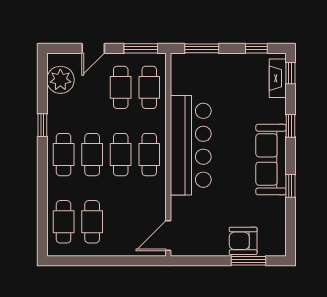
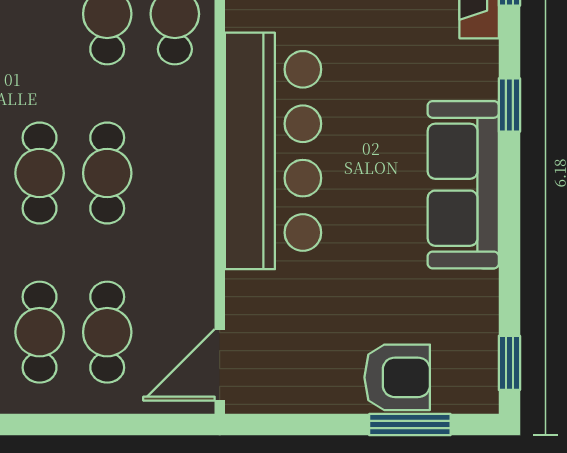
cafe table: (149, 155) -> (107, 332), moved
window: (290, 186) -> (509, 363), moved
armchair: (243, 241) -> (397, 377), turned 180

